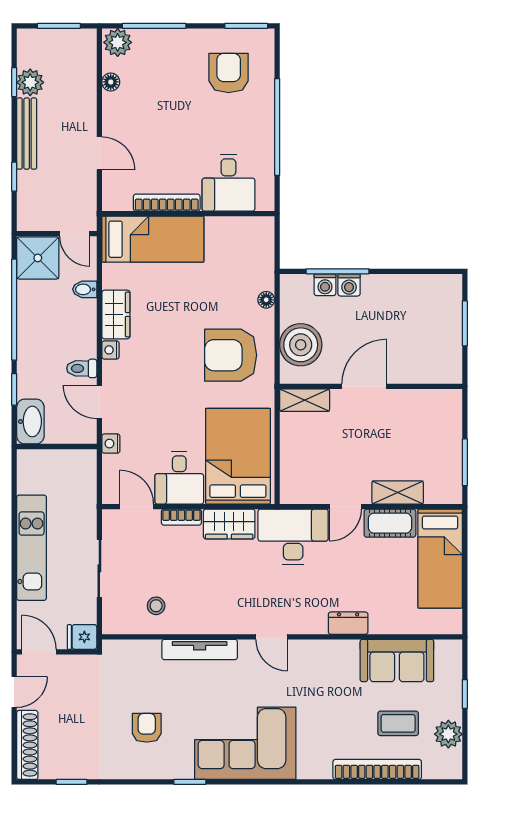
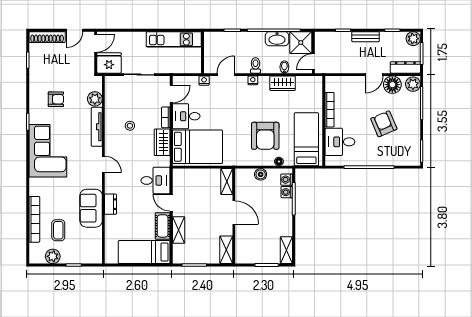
dresser: (86, 57) -> (405, 67), added
armchair: (229, 73) -> (384, 124), moved, turned -113
plant: (30, 82) -> (413, 39), moved
floor lamp: (111, 82) -> (392, 85), width x1.89, depth x1.89
bench: (27, 134) -> (366, 37), width x0.73
door: (99, 153) -> (374, 75), moved
bed: (153, 239) -> (306, 139), moved, turned 180
washing machine: (349, 285) -> (287, 180), moved
shelving: (436, 285) -> (286, 250), added
wardrobe: (116, 314) -> (283, 83), moved
boiler: (301, 345) -> (261, 174), width x0.54, depth x0.54
armchair: (231, 355) -> (265, 136), moved, turned 180
toilet: (82, 368) -> (256, 65), moved
shelving: (436, 401) -> (226, 250), added
washbasin: (30, 422) -> (277, 39), moved
desk: (293, 537) -> (156, 180), width x0.73
kitchen unit: (32, 548) -> (174, 39), moved
stool: (156, 606) -> (130, 126), moved
fridge: (82, 637) -> (109, 63), width x1.88, depth x1.34
door: (272, 637) -> (103, 164), swing flipped
plant: (146, 653) -> (95, 99), added
sofa: (397, 660) -> (91, 208), moved
door: (14, 692) -> (75, 30), hinge flipped

